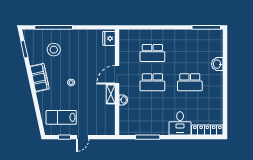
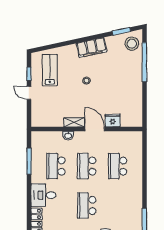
fridge: (109, 38) -> (113, 121), moved
stool: (54, 50) -> (132, 44), moved
school desk: (152, 112) -> (56, 166), added

